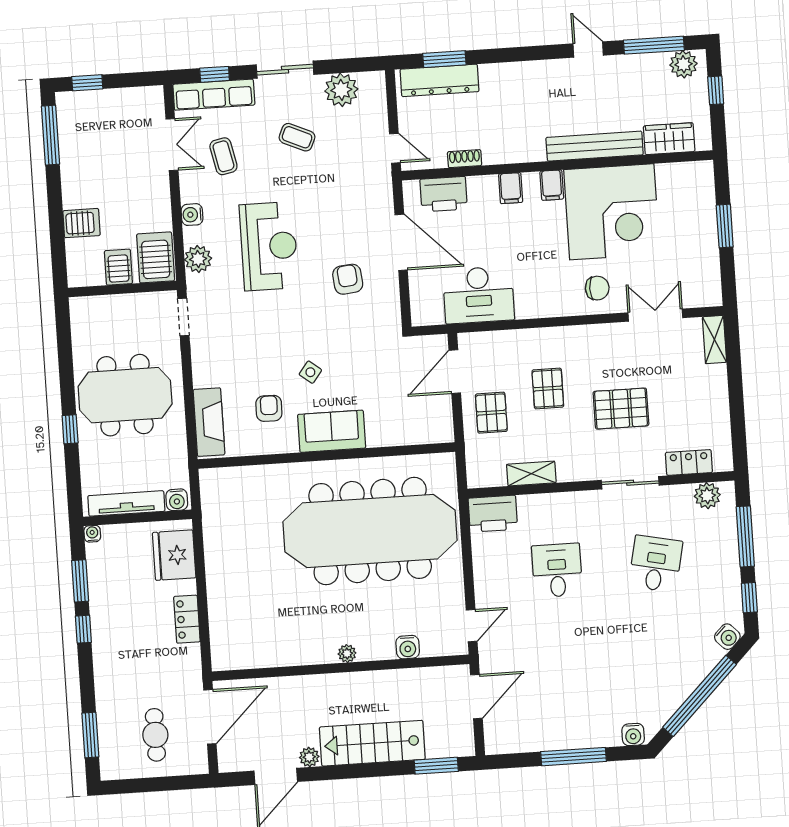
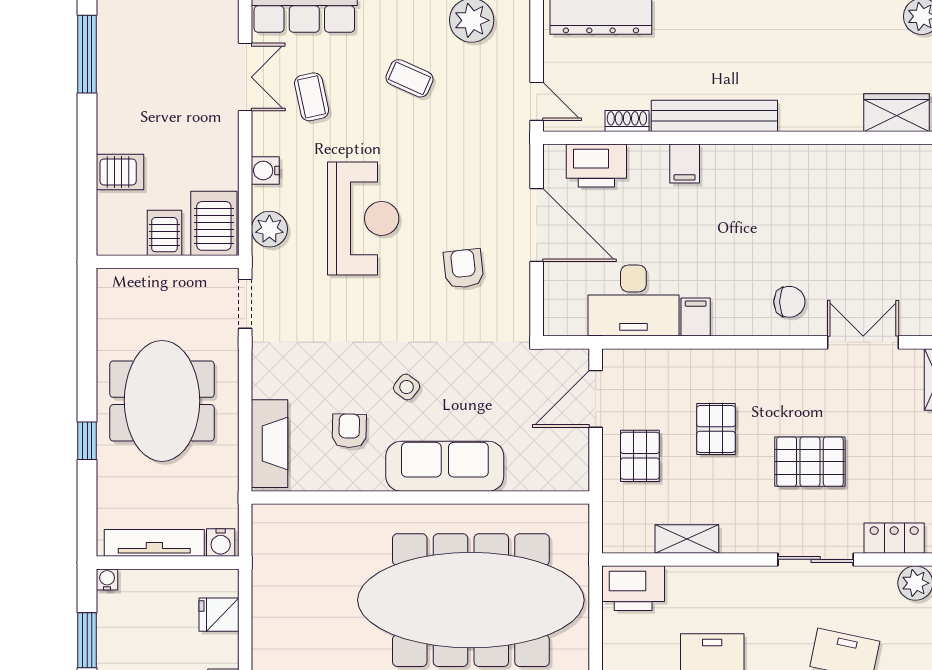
bench: (595, 146) -> (714, 116), moved
filing cabinet: (552, 185) -> (696, 317), moved, turned 180
corner desk: (612, 212) -> (815, 203), removed
meeting table: (125, 395) -> (162, 401), turned 90
sofa: (332, 431) -> (445, 466), width x1.36
fridge: (174, 555) -> (219, 615), width x0.53, depth x0.75

